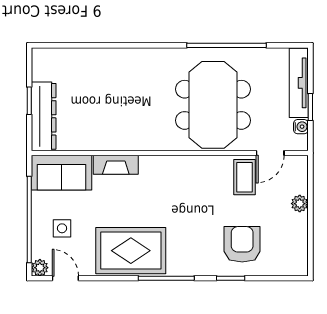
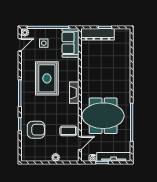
door: (270, 153) -> (80, 143), swing flipped
fireplace: (116, 165) -> (74, 93), moved
rug: (131, 251) -> (47, 78), moved

